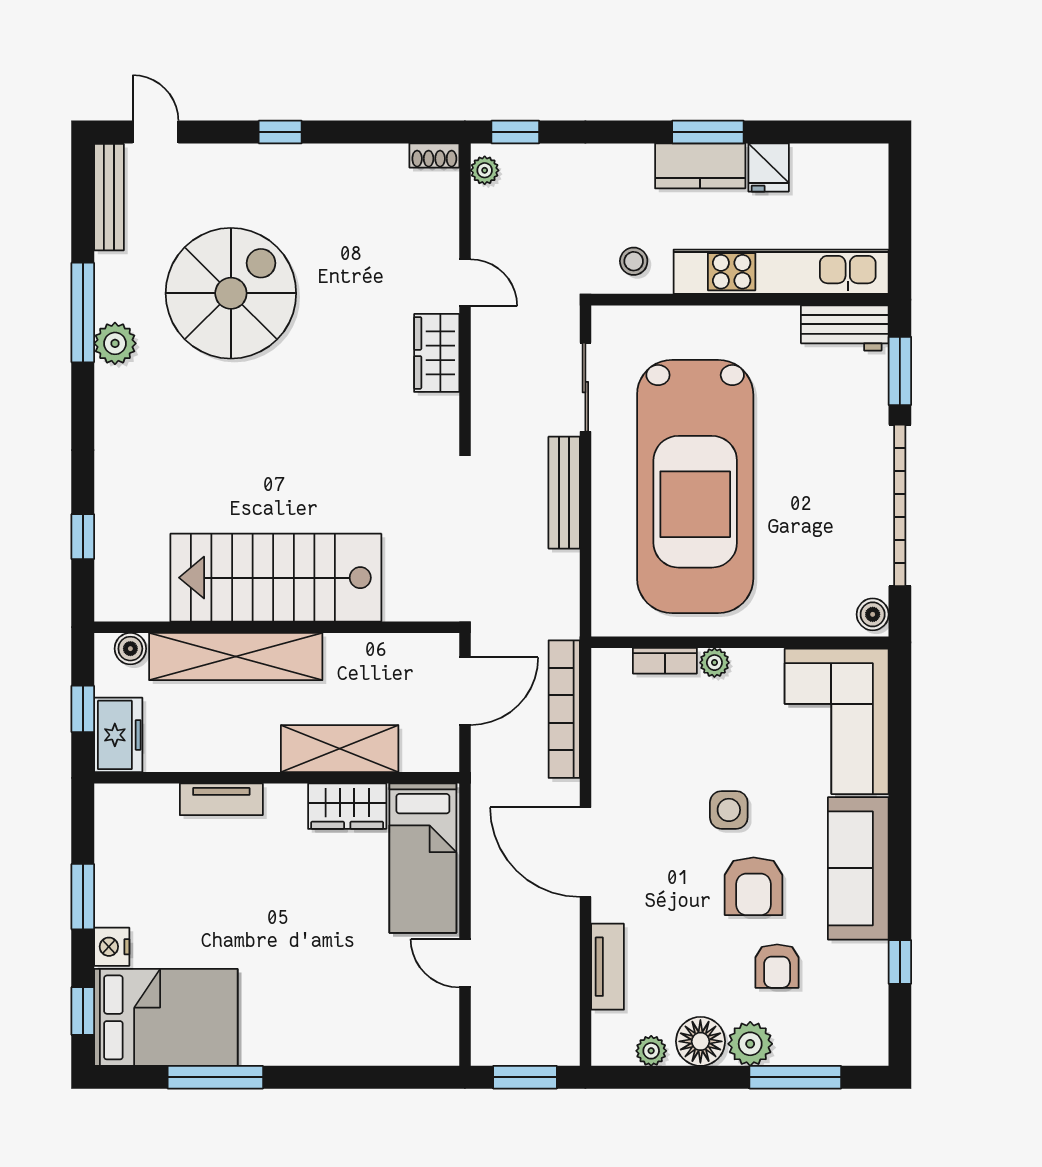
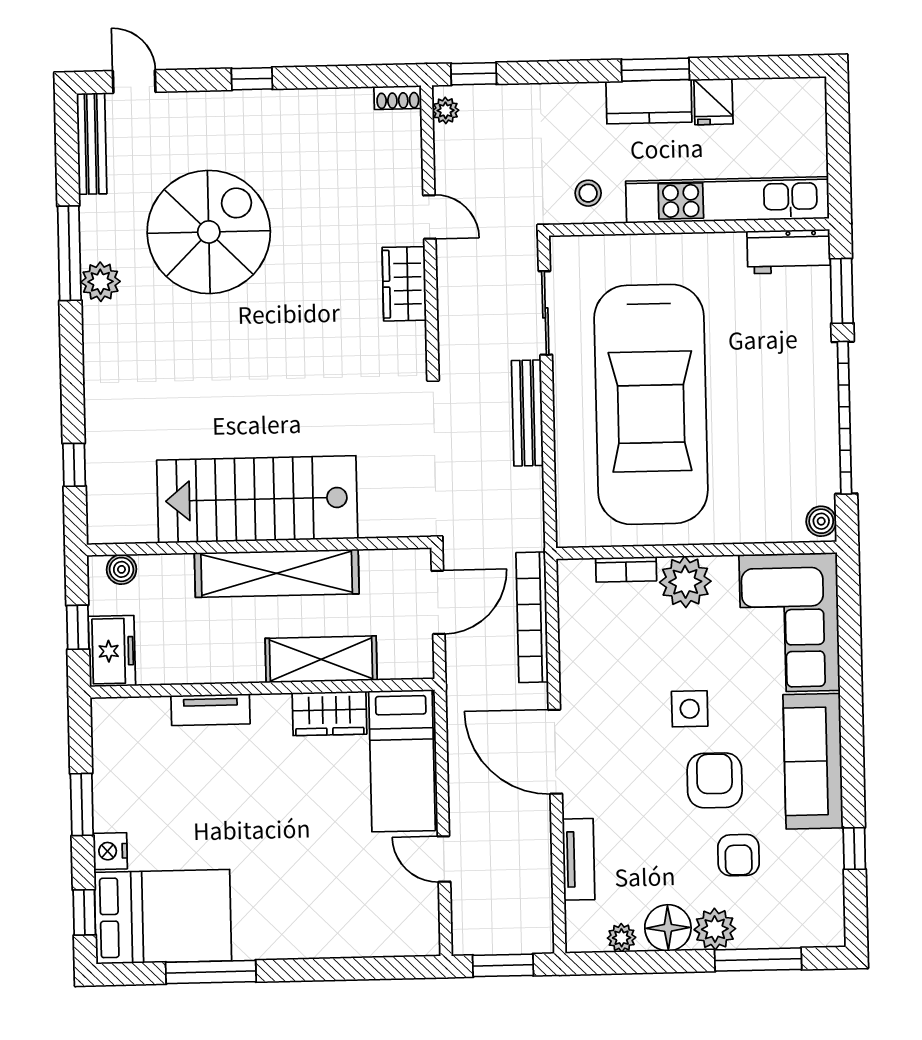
shelving: (236, 657) -> (277, 573), moved
plant: (714, 663) -> (685, 582), width x1.88, depth x1.88
armchair: (754, 886) -> (715, 780), turned 180

